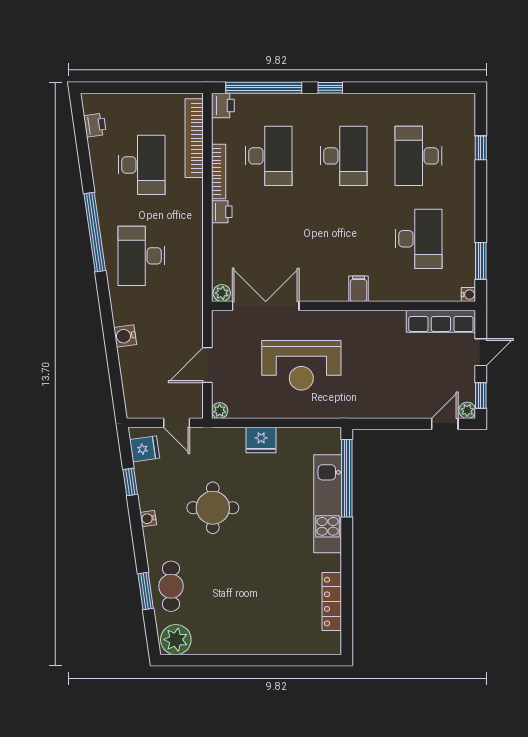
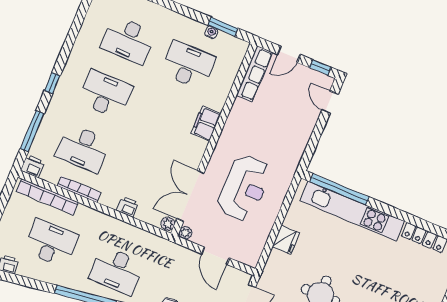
window: (264, 88) -> (32, 131), width x0.68
desk: (269, 156) -> (83, 148), turned 180
printer: (222, 212) -> (127, 207), moved
filing cabinet: (359, 289) -> (206, 124), width x2.00
water cooler: (468, 295) -> (211, 32), moved
door: (481, 352) -> (289, 54), swing flipped
plant: (467, 410) -> (327, 82), removed
plant: (220, 411) -> (185, 233), moved
kitchen unit: (328, 504) -> (352, 211), width x1.36

